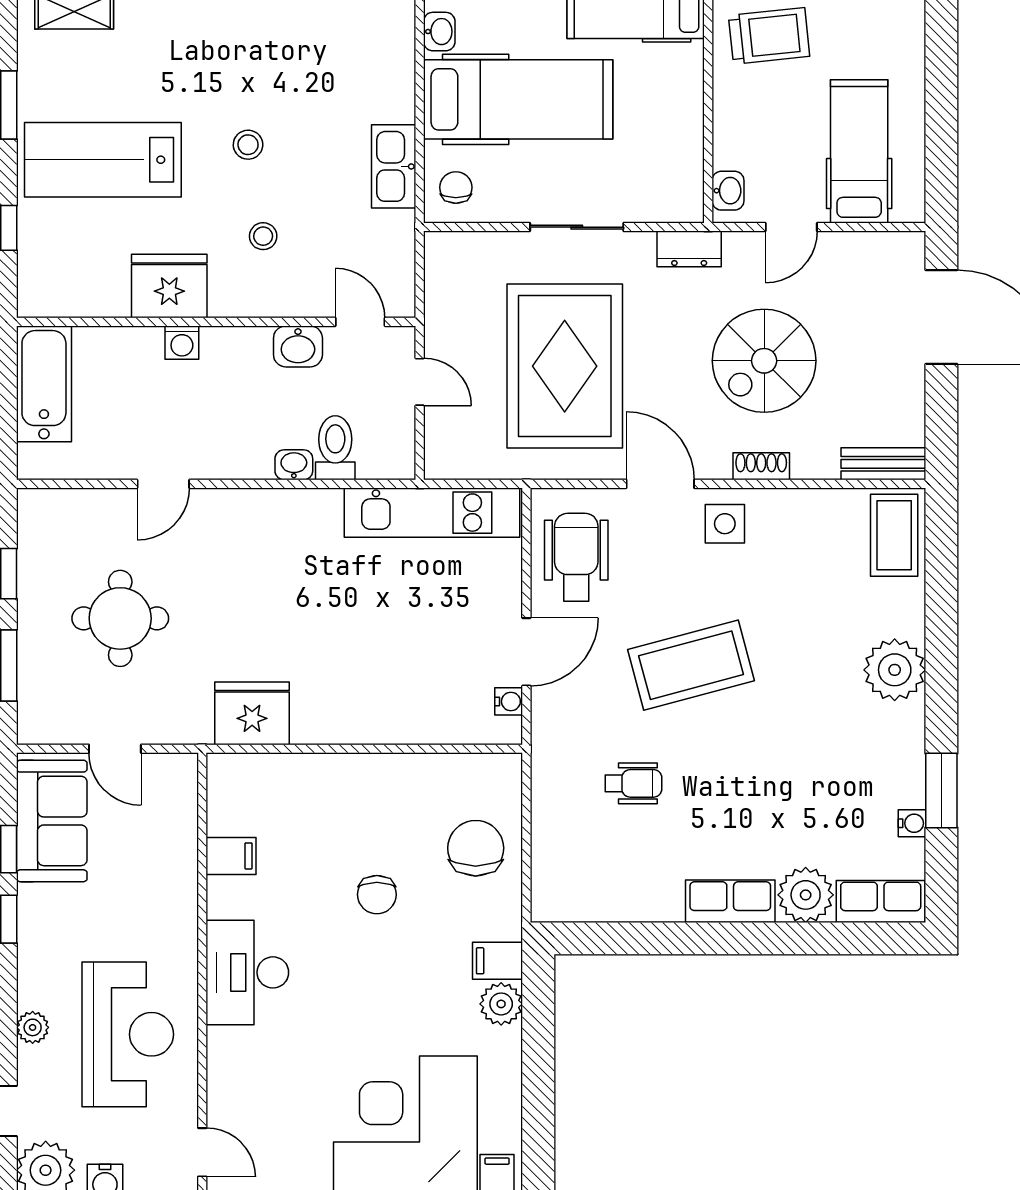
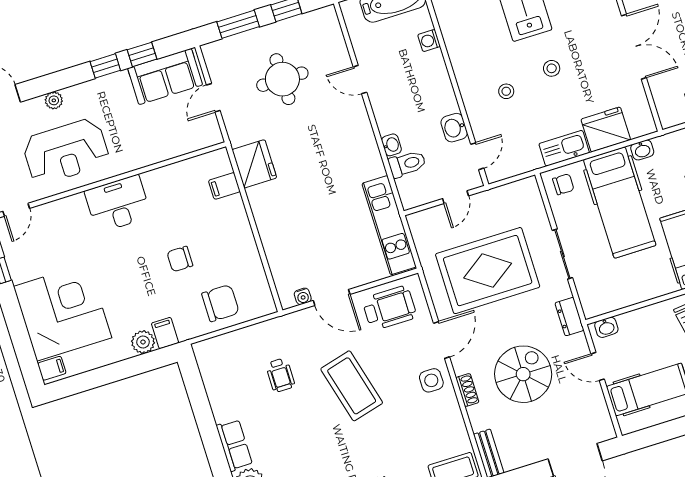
fridge: (169, 286) -> (606, 129), moved, turned -90
washing machine: (182, 343) -> (429, 41), moved
spiral stairs: (764, 361) -> (523, 374), turned 90
filing cabinet: (231, 856) -> (224, 186), moved, turned 90

